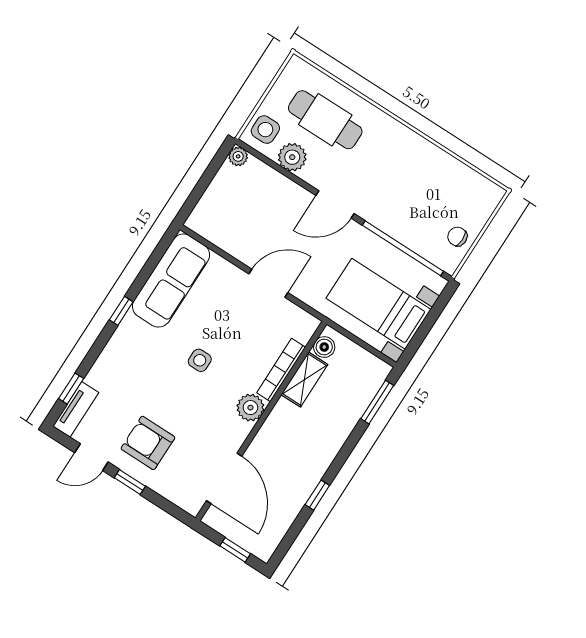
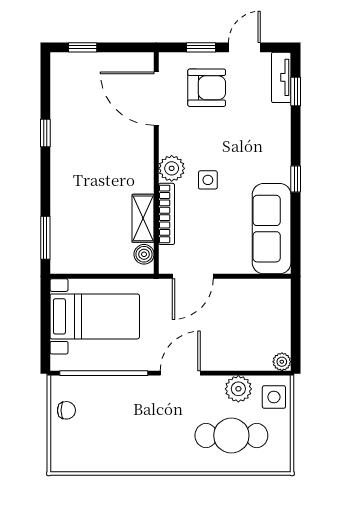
boiler: (324, 347) -> (144, 254), moved
bookcase: (281, 370) -> (167, 214), moved
shelving: (304, 380) -> (143, 218), moved
plant: (250, 408) -> (172, 168), moved
wall: (261, 421) -> (156, 163), moved
door: (224, 478) -> (156, 99), moved

